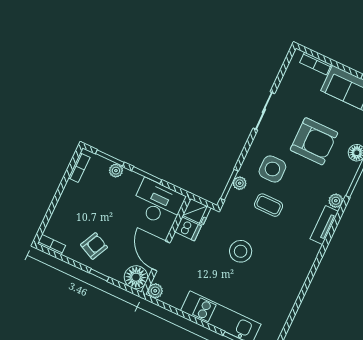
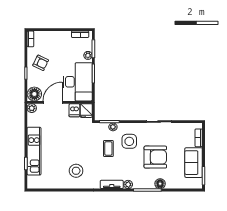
armchair: (314, 141) -> (155, 157), turned -90
desk: (158, 203) -> (78, 82), width x1.36, depth x1.30
stool: (241, 251) -> (76, 171), moved

